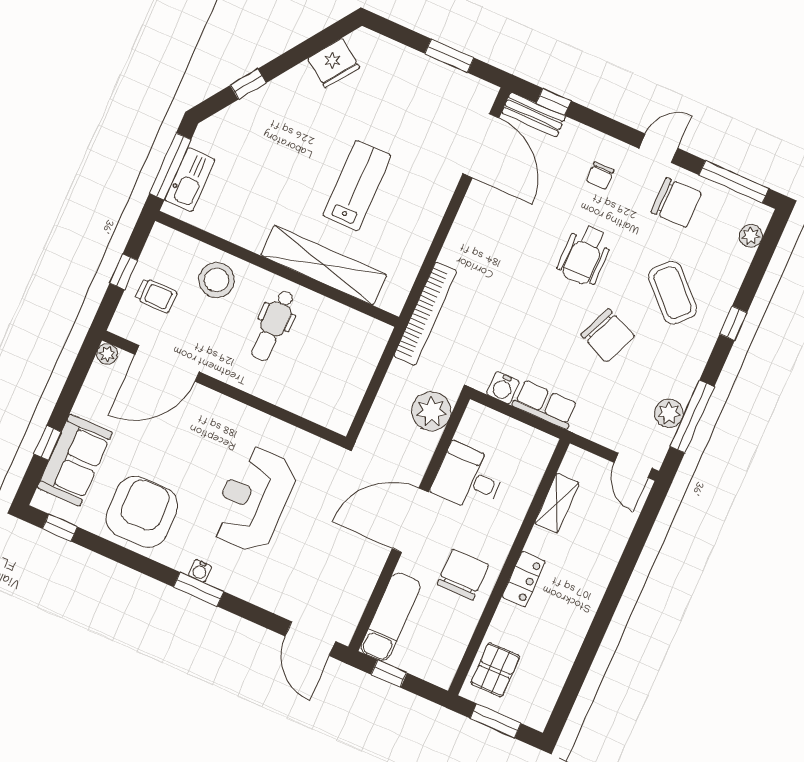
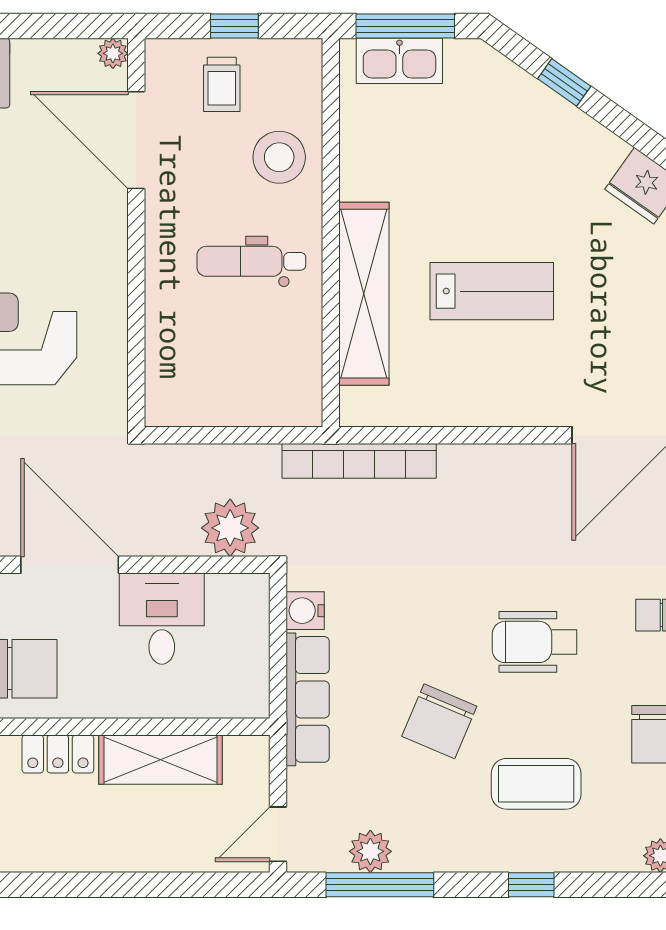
coffee table: (673, 293) -> (536, 784), turned 45
row of seats: (545, 405) -> (308, 699), width x1.48
shelving: (557, 503) -> (160, 760), width x1.50, depth x1.33

